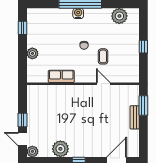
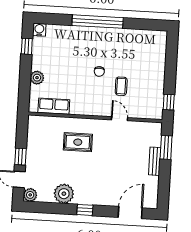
water cooler: (78, 13) -> (39, 30), moved
plant: (119, 16) -> (144, 39), removed
window: (143, 47) -> (169, 102), moved
row of seats: (61, 76) -> (54, 106), moved
rug: (70, 105) -> (78, 142), added

